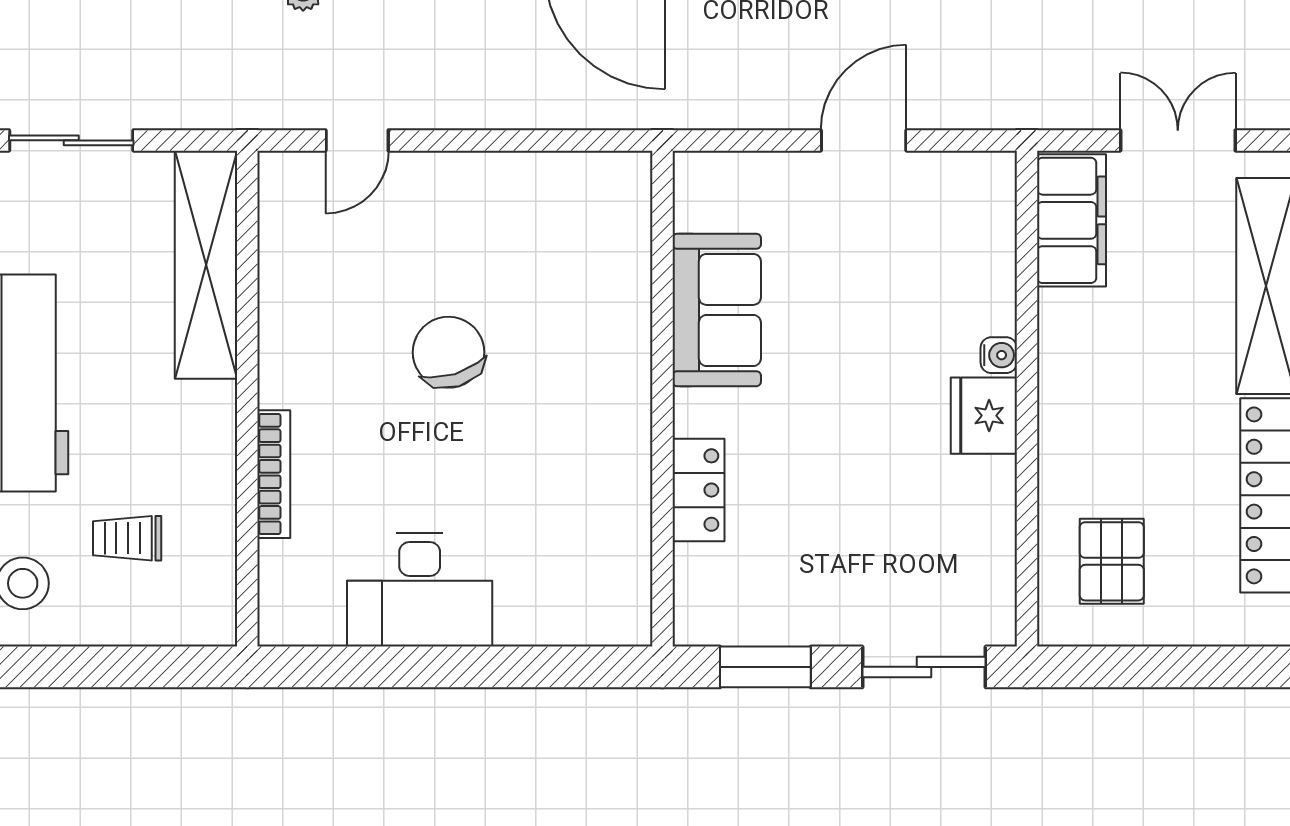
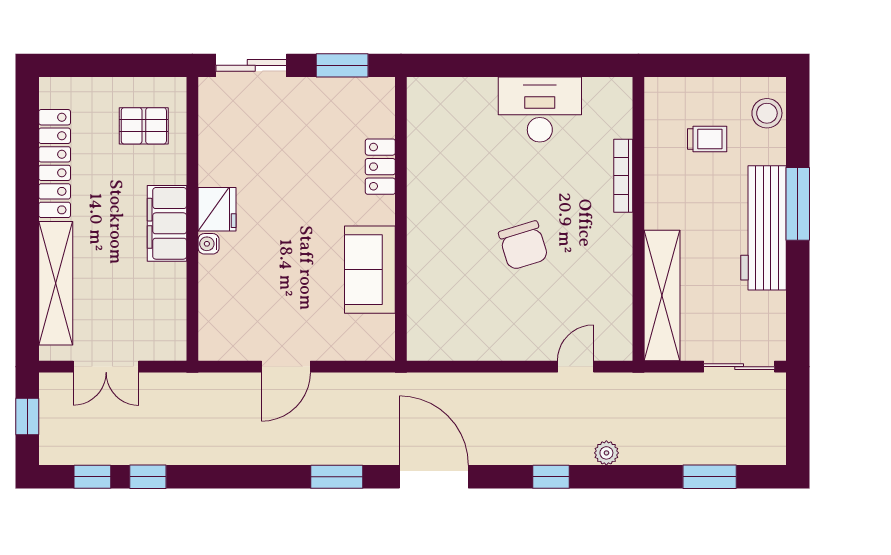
filing cabinet: (1071, 220) -> (167, 223), moved
pallet: (1112, 561) -> (144, 126), turned 90

